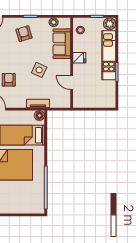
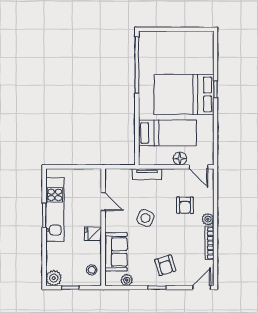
kitchen unit: (109, 55) -> (55, 210), moved
floor lamp: (39, 116) -> (180, 159), moved

